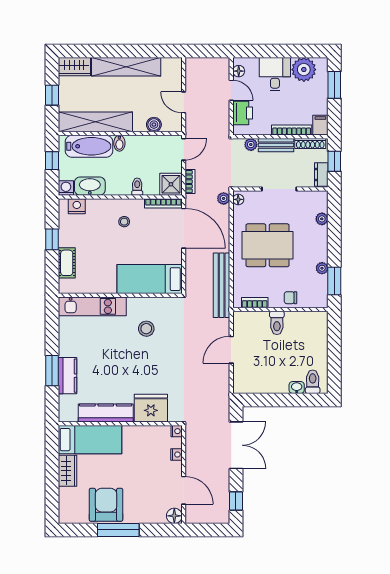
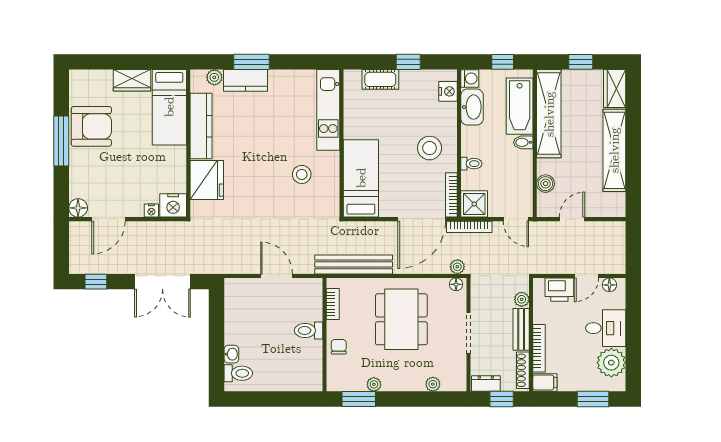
bookcase: (190, 182) -> (469, 227), width x1.56
stool: (124, 222) -> (430, 148), width x1.89, depth x1.89
plant: (65, 402) -> (214, 77), added
nightstand: (177, 431) -> (173, 205), width x1.89, depth x1.79

